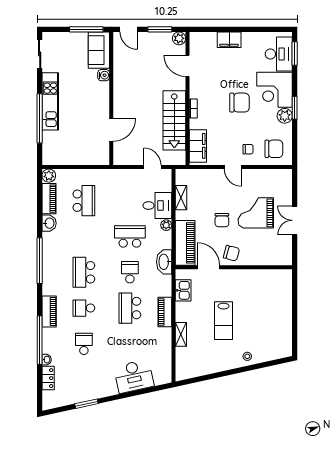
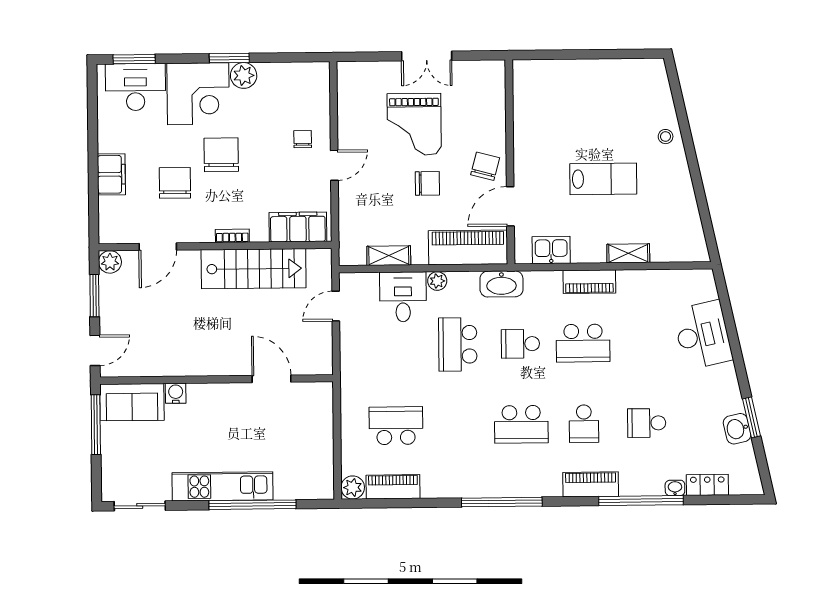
chair: (274, 149) -> (175, 183), moved
washbasin: (49, 223) -> (737, 429), moved, turned -102

